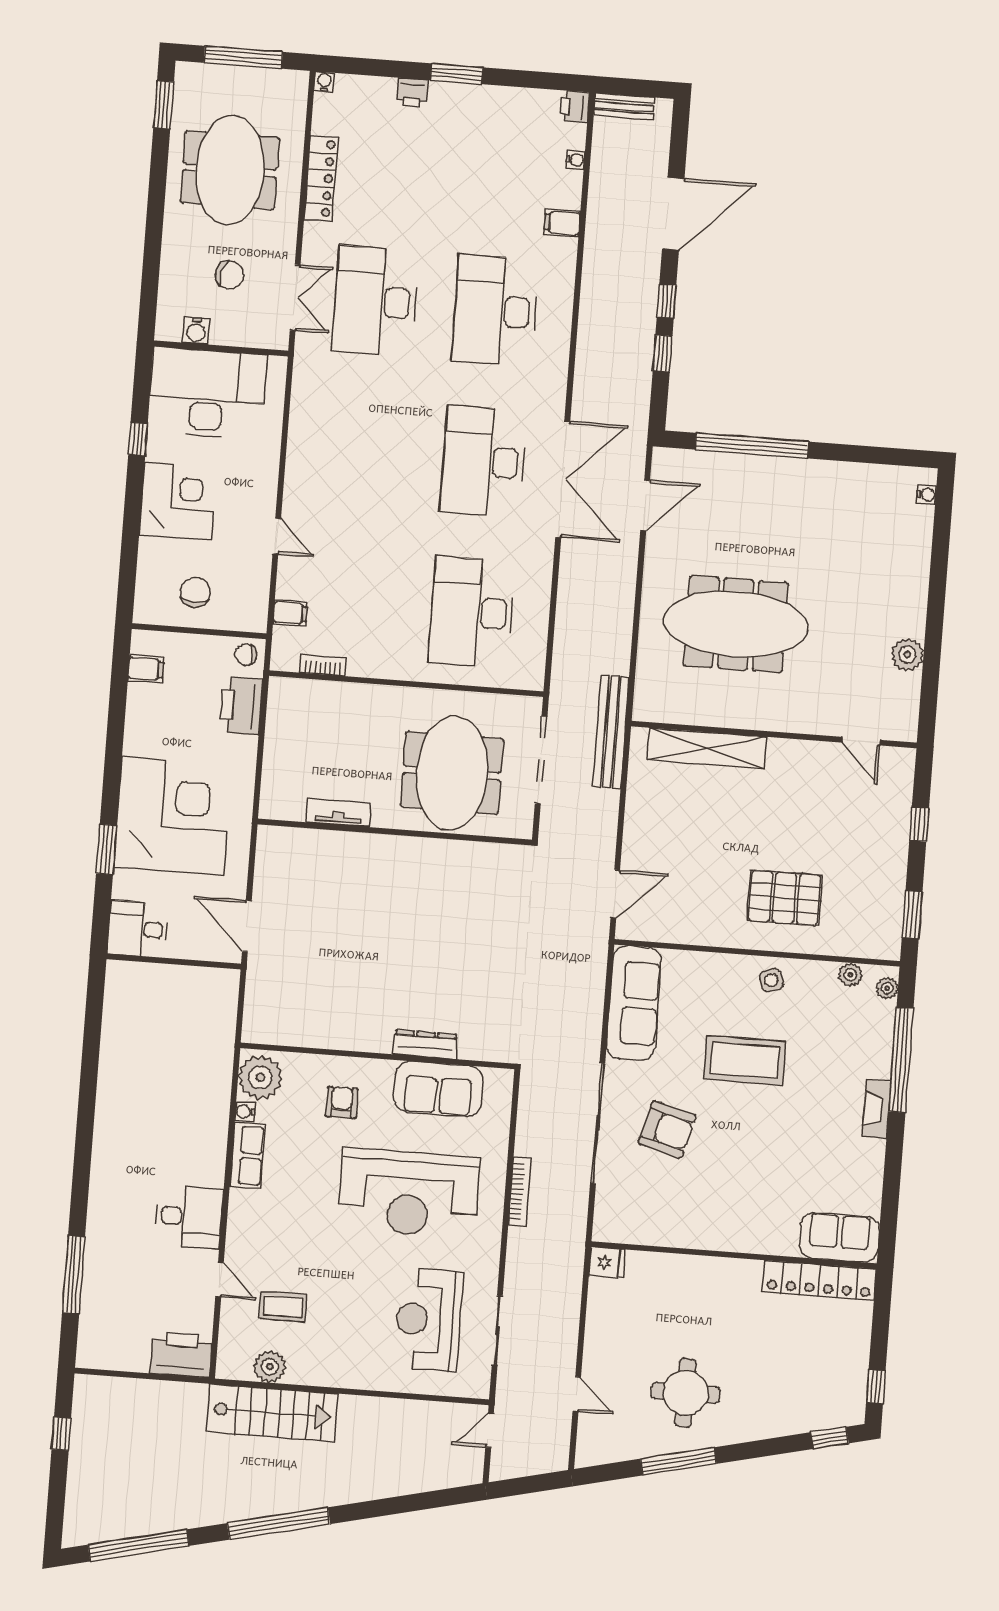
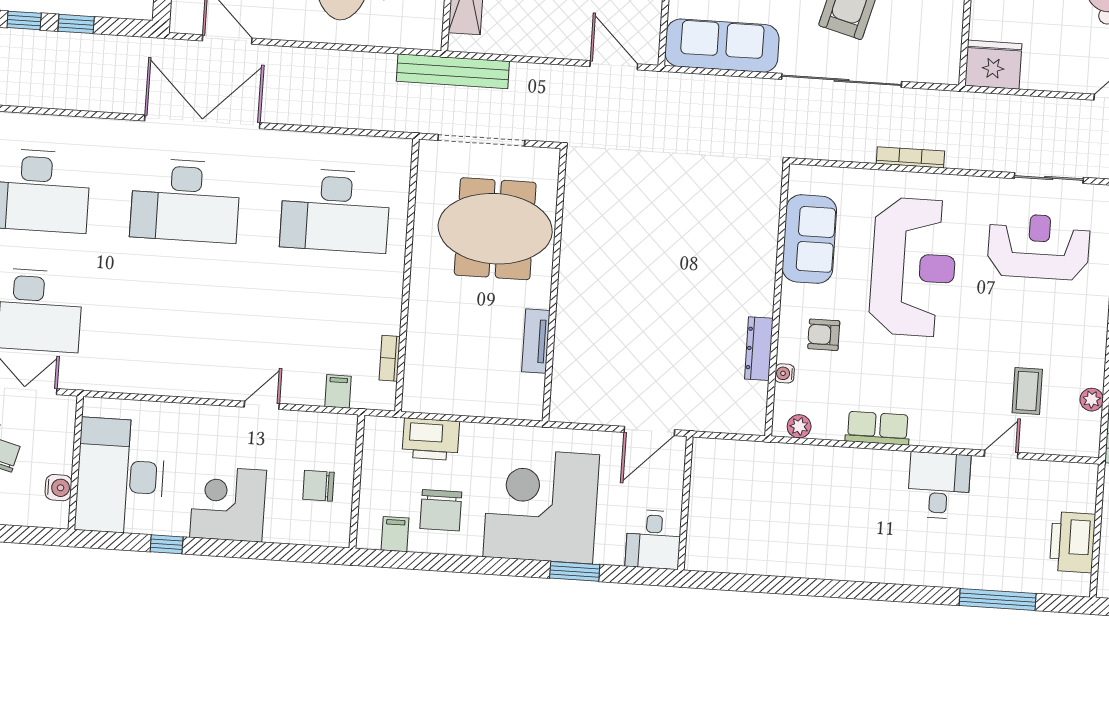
chair: (246, 655) -> (441, 510), moved, width x1.87, depth x1.87
dresser: (425, 1044) -> (759, 349), moved
plant: (260, 1077) -> (799, 426), width x0.53, depth x0.53
water cooler: (245, 1112) -> (785, 373), moved, turned 90
fridge: (607, 1263) -> (993, 65), width x1.88, depth x1.34
reception desk: (428, 1320) -> (1039, 246), turned 180
printer: (181, 1354) -> (1072, 542), moved
plant: (270, 1367) -> (1092, 400), width x0.73, depth x0.73

